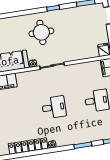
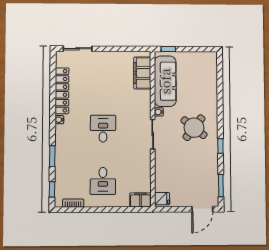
round table: (41, 32) -> (194, 128), turned 38
desk: (54, 107) -> (103, 129), turned 180

